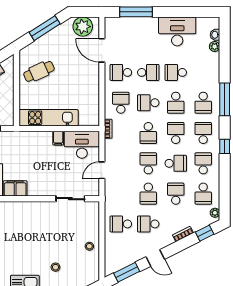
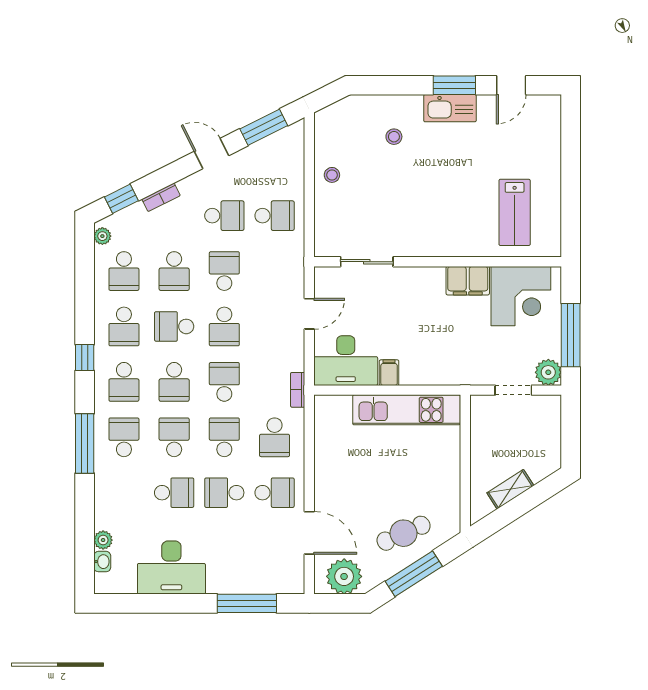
cafe table: (39, 71) -> (404, 533), moved
school desk: (148, 103) -> (224, 437), turned -90
school desk: (203, 194) -> (124, 271), turned 180

